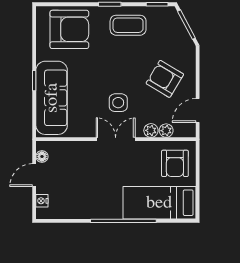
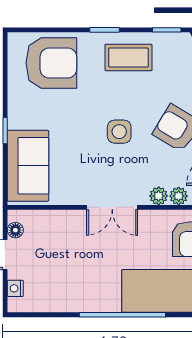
sofa: (52, 98) -> (28, 166), width x0.73
side table: (118, 103) -> (119, 132), moved
double door: (116, 139) -> (112, 207), swing flipped

